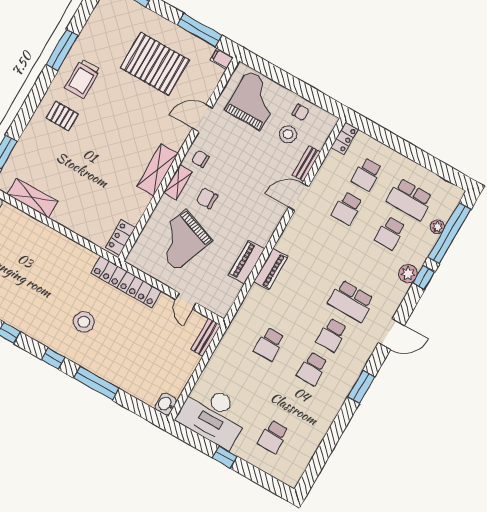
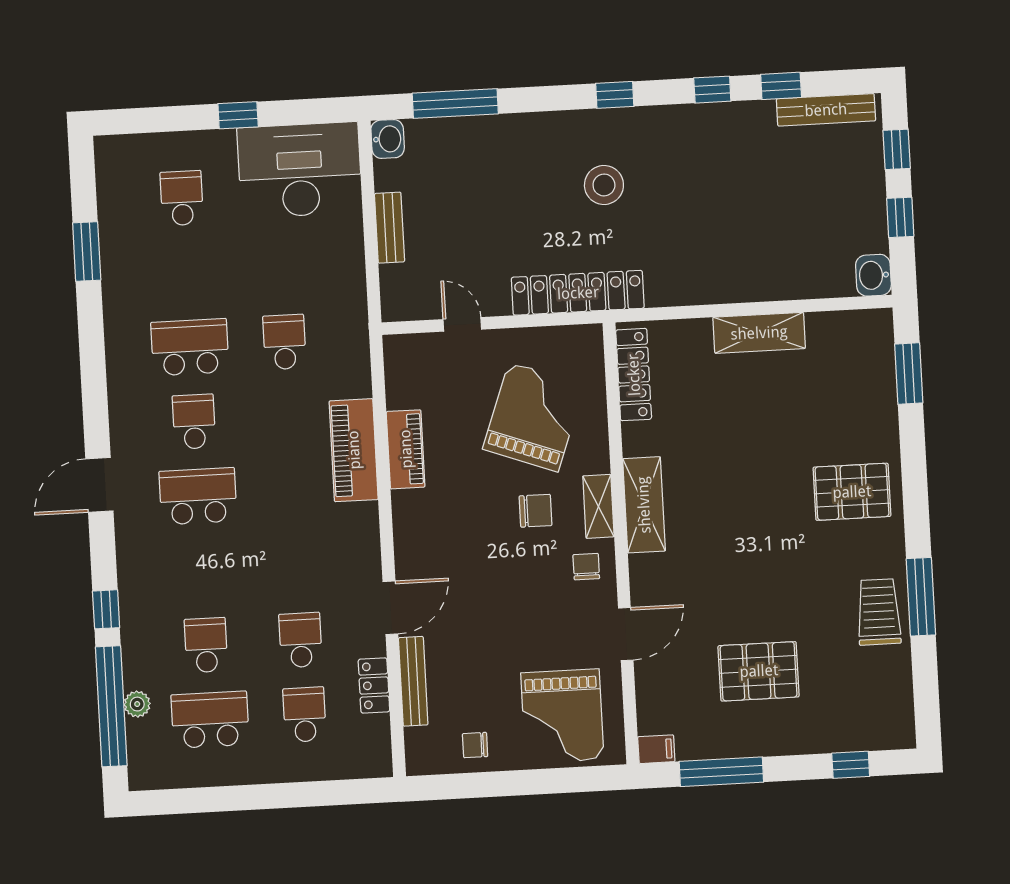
pallet: (155, 64) -> (759, 671), width x0.73, depth x0.71
trolley: (83, 78) -> (879, 612), moved
pallet: (62, 116) -> (852, 492), width x1.50, depth x1.42
stool: (288, 134) -> (472, 697), removed
locker: (345, 138) -> (374, 685), moved
chair: (201, 159) -> (586, 567), turned -90
bench: (306, 163) -> (413, 681), width x1.36
shelving: (32, 198) -> (759, 333), moved
locker: (121, 237) -> (634, 375), width x1.53
piano: (271, 269) -> (354, 450), width x1.37, depth x1.33
plant: (408, 274) -> (136, 599), removed
bench: (206, 337) -> (390, 228), moved
school desk: (312, 369) -> (190, 347), width x1.85
window: (96, 383) -> (455, 103), moved
window: (361, 387) -> (87, 252), moved

